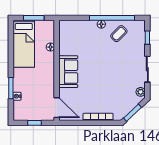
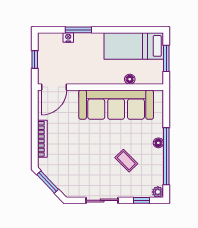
coffee table: (119, 34) -> (126, 161), moved
sofa: (68, 72) -> (116, 105), width x1.85, depth x1.27
plant: (141, 92) -> (158, 192), moved

